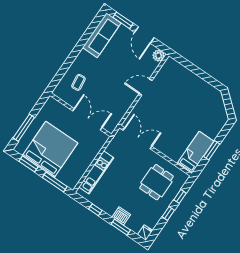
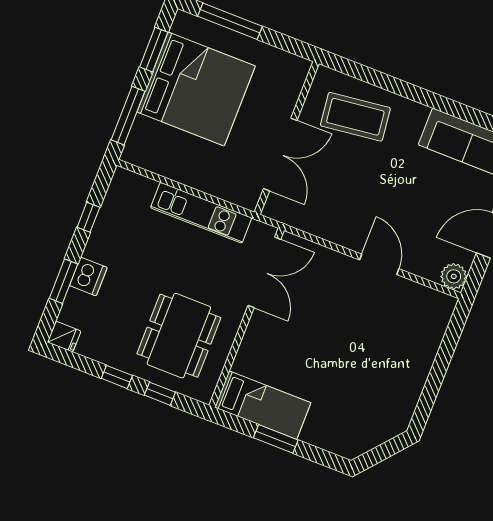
coffee table: (78, 82) -> (355, 117), width x1.86, depth x1.72
kitchen unit: (96, 172) -> (201, 213), moved
dining table: (156, 182) -> (179, 336), width x1.37

